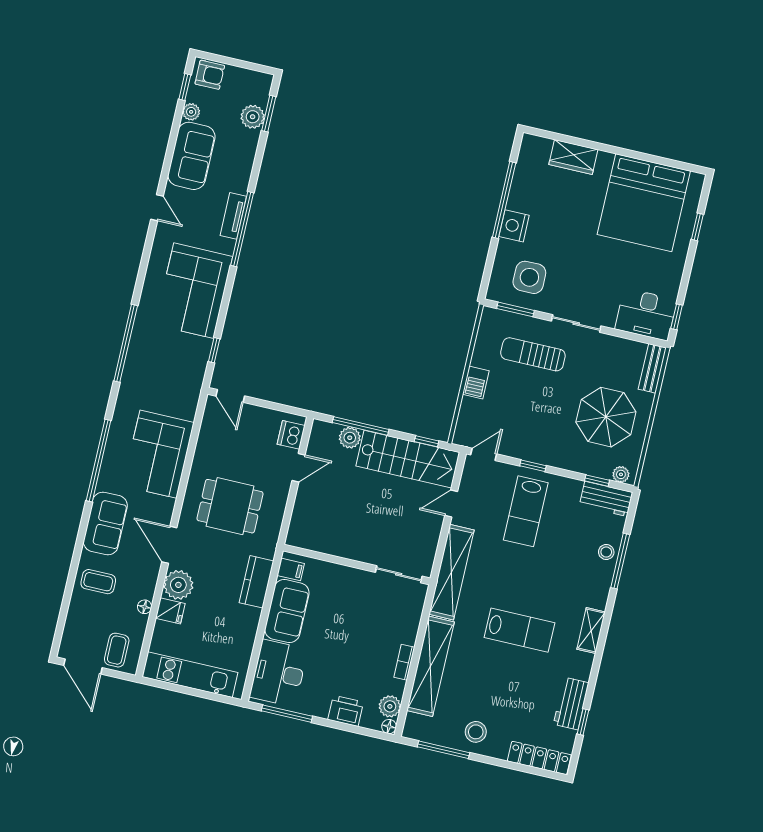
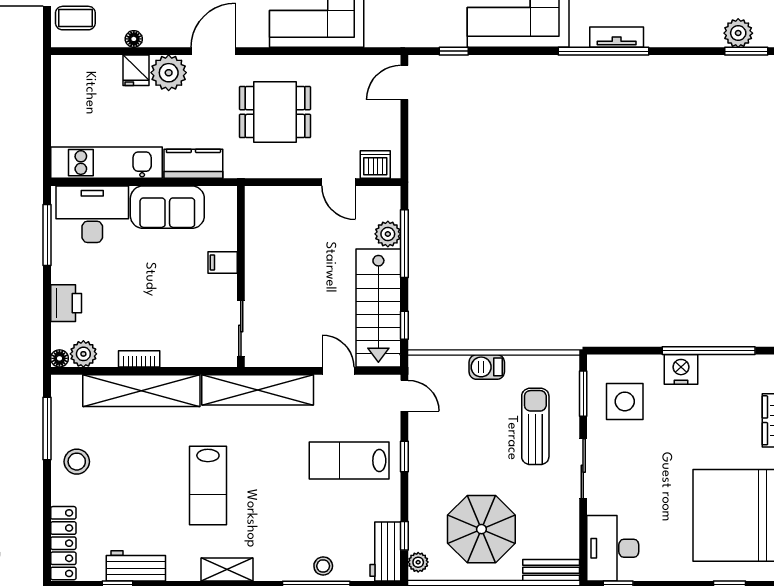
dining table: (230, 506) -> (275, 112), turned 90
filing cabinet: (291, 569) -> (223, 262), moved, turned 90
kitchen unit: (190, 675) -> (106, 163), moved, turned -90

